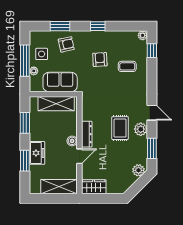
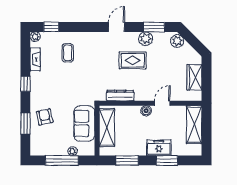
fireplace: (121, 35) -> (35, 59), added
side table: (42, 54) -> (55, 143), removed
armchair: (100, 60) -> (61, 82), removed
plant: (141, 129) -> (146, 39), moved
dresser: (87, 134) -> (120, 95), moved
door: (79, 156) -> (162, 103), hinge flipped
wardrobe: (94, 187) -> (194, 77), moved

